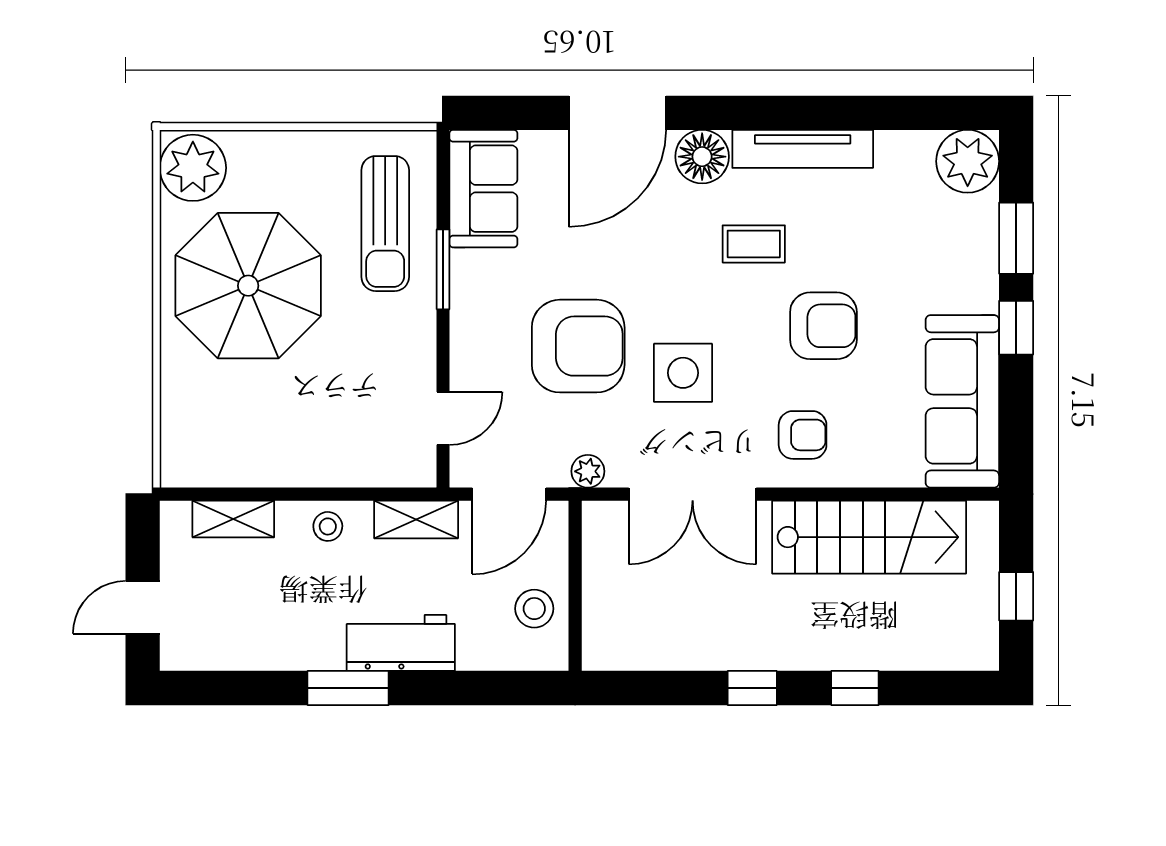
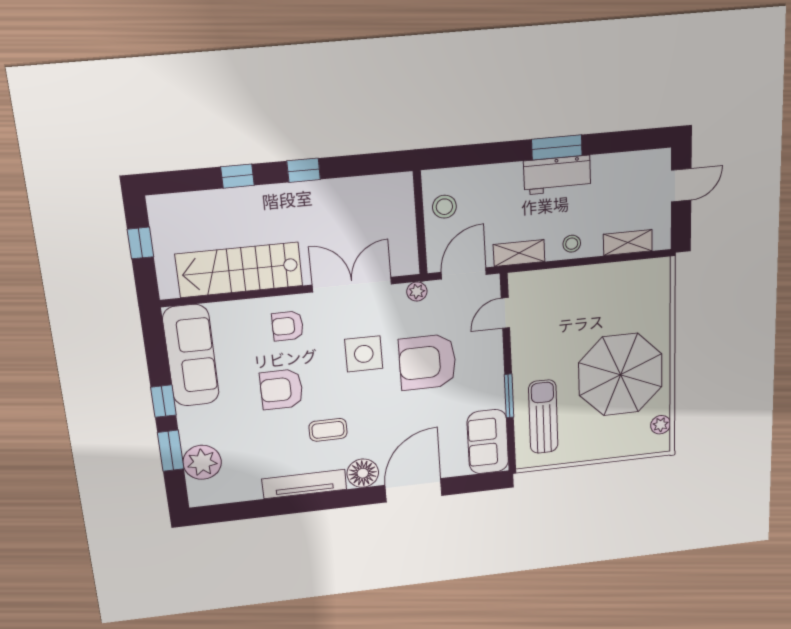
plant: (968, 161) -> (202, 462), moved
plant: (193, 168) -> (661, 425), width x0.53, depth x0.53
workbench: (401, 643) -> (557, 175), moved

